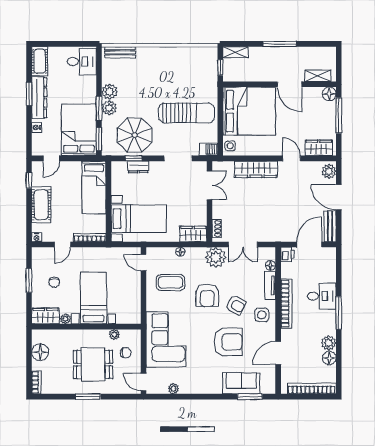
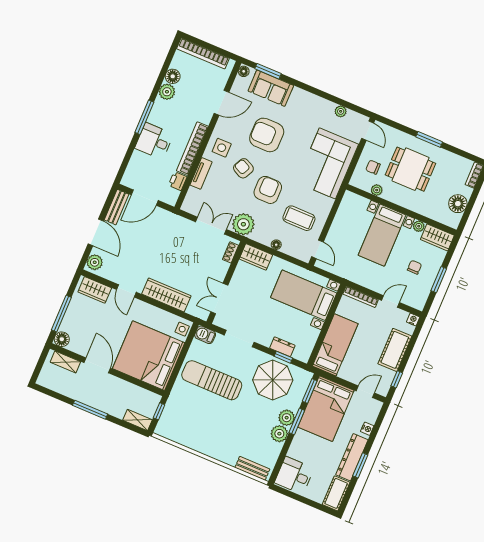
printer: (287, 254) -> (178, 181), moved
floor lamp: (271, 265) -> (244, 71), moved

